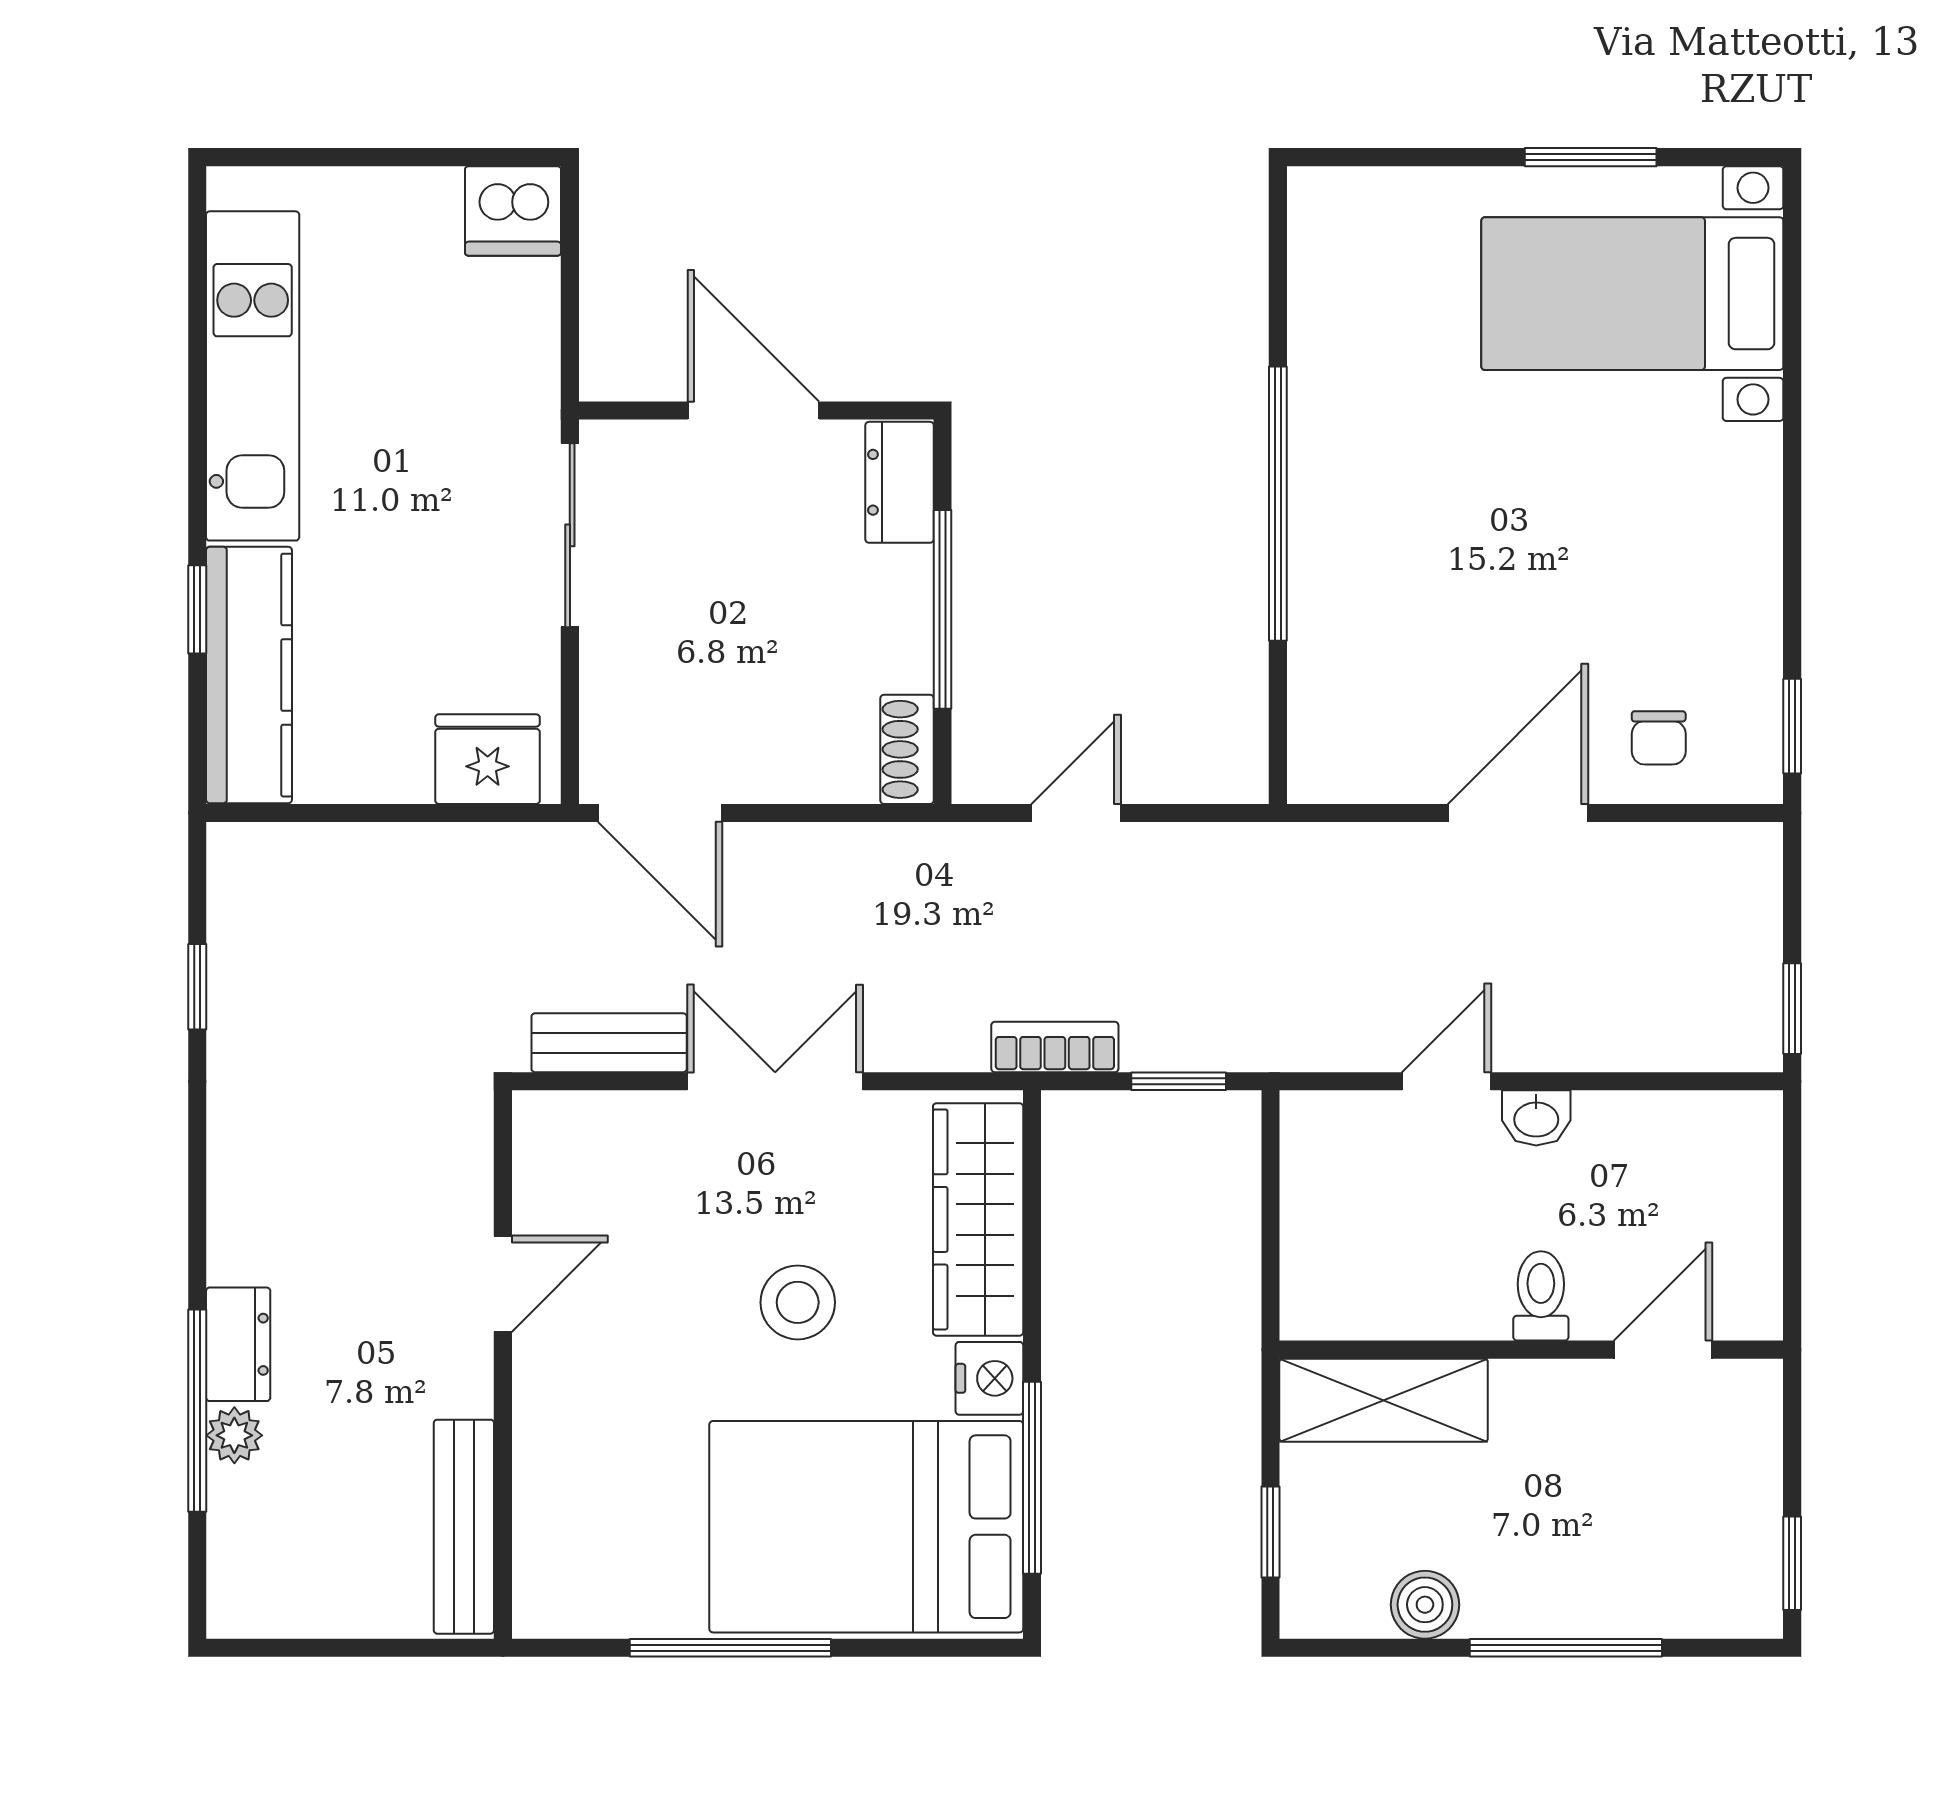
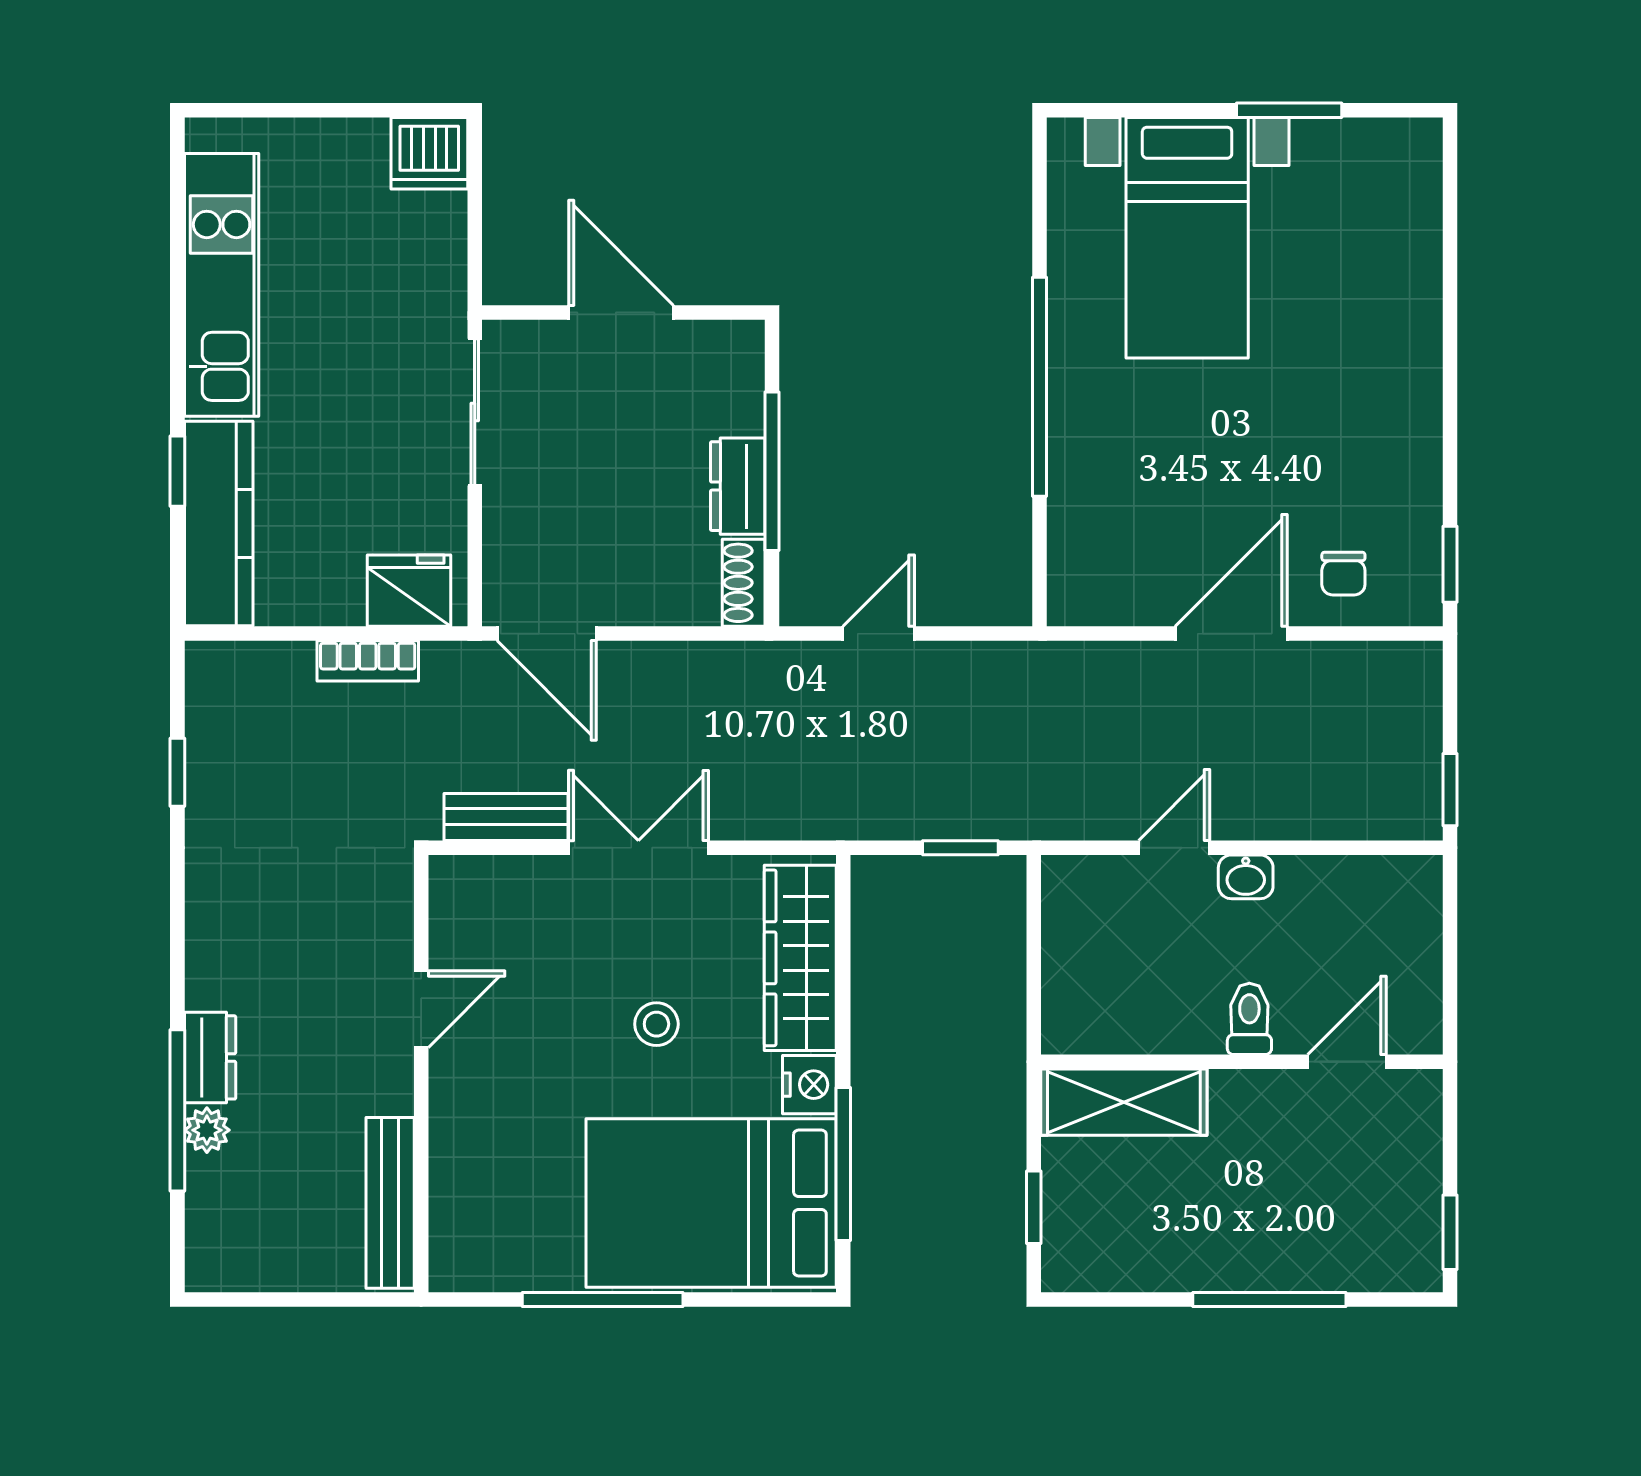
bed with nightstands: (1632, 294) -> (1187, 238), moved, turned -90
dresser: (900, 482) -> (738, 486), moved
bookcase: (1055, 1047) -> (368, 661), moved, turned 180
stool: (798, 1302) -> (656, 1024), width x0.73, depth x0.73
boiler: (1425, 1605) -> (1157, 1265), removed

